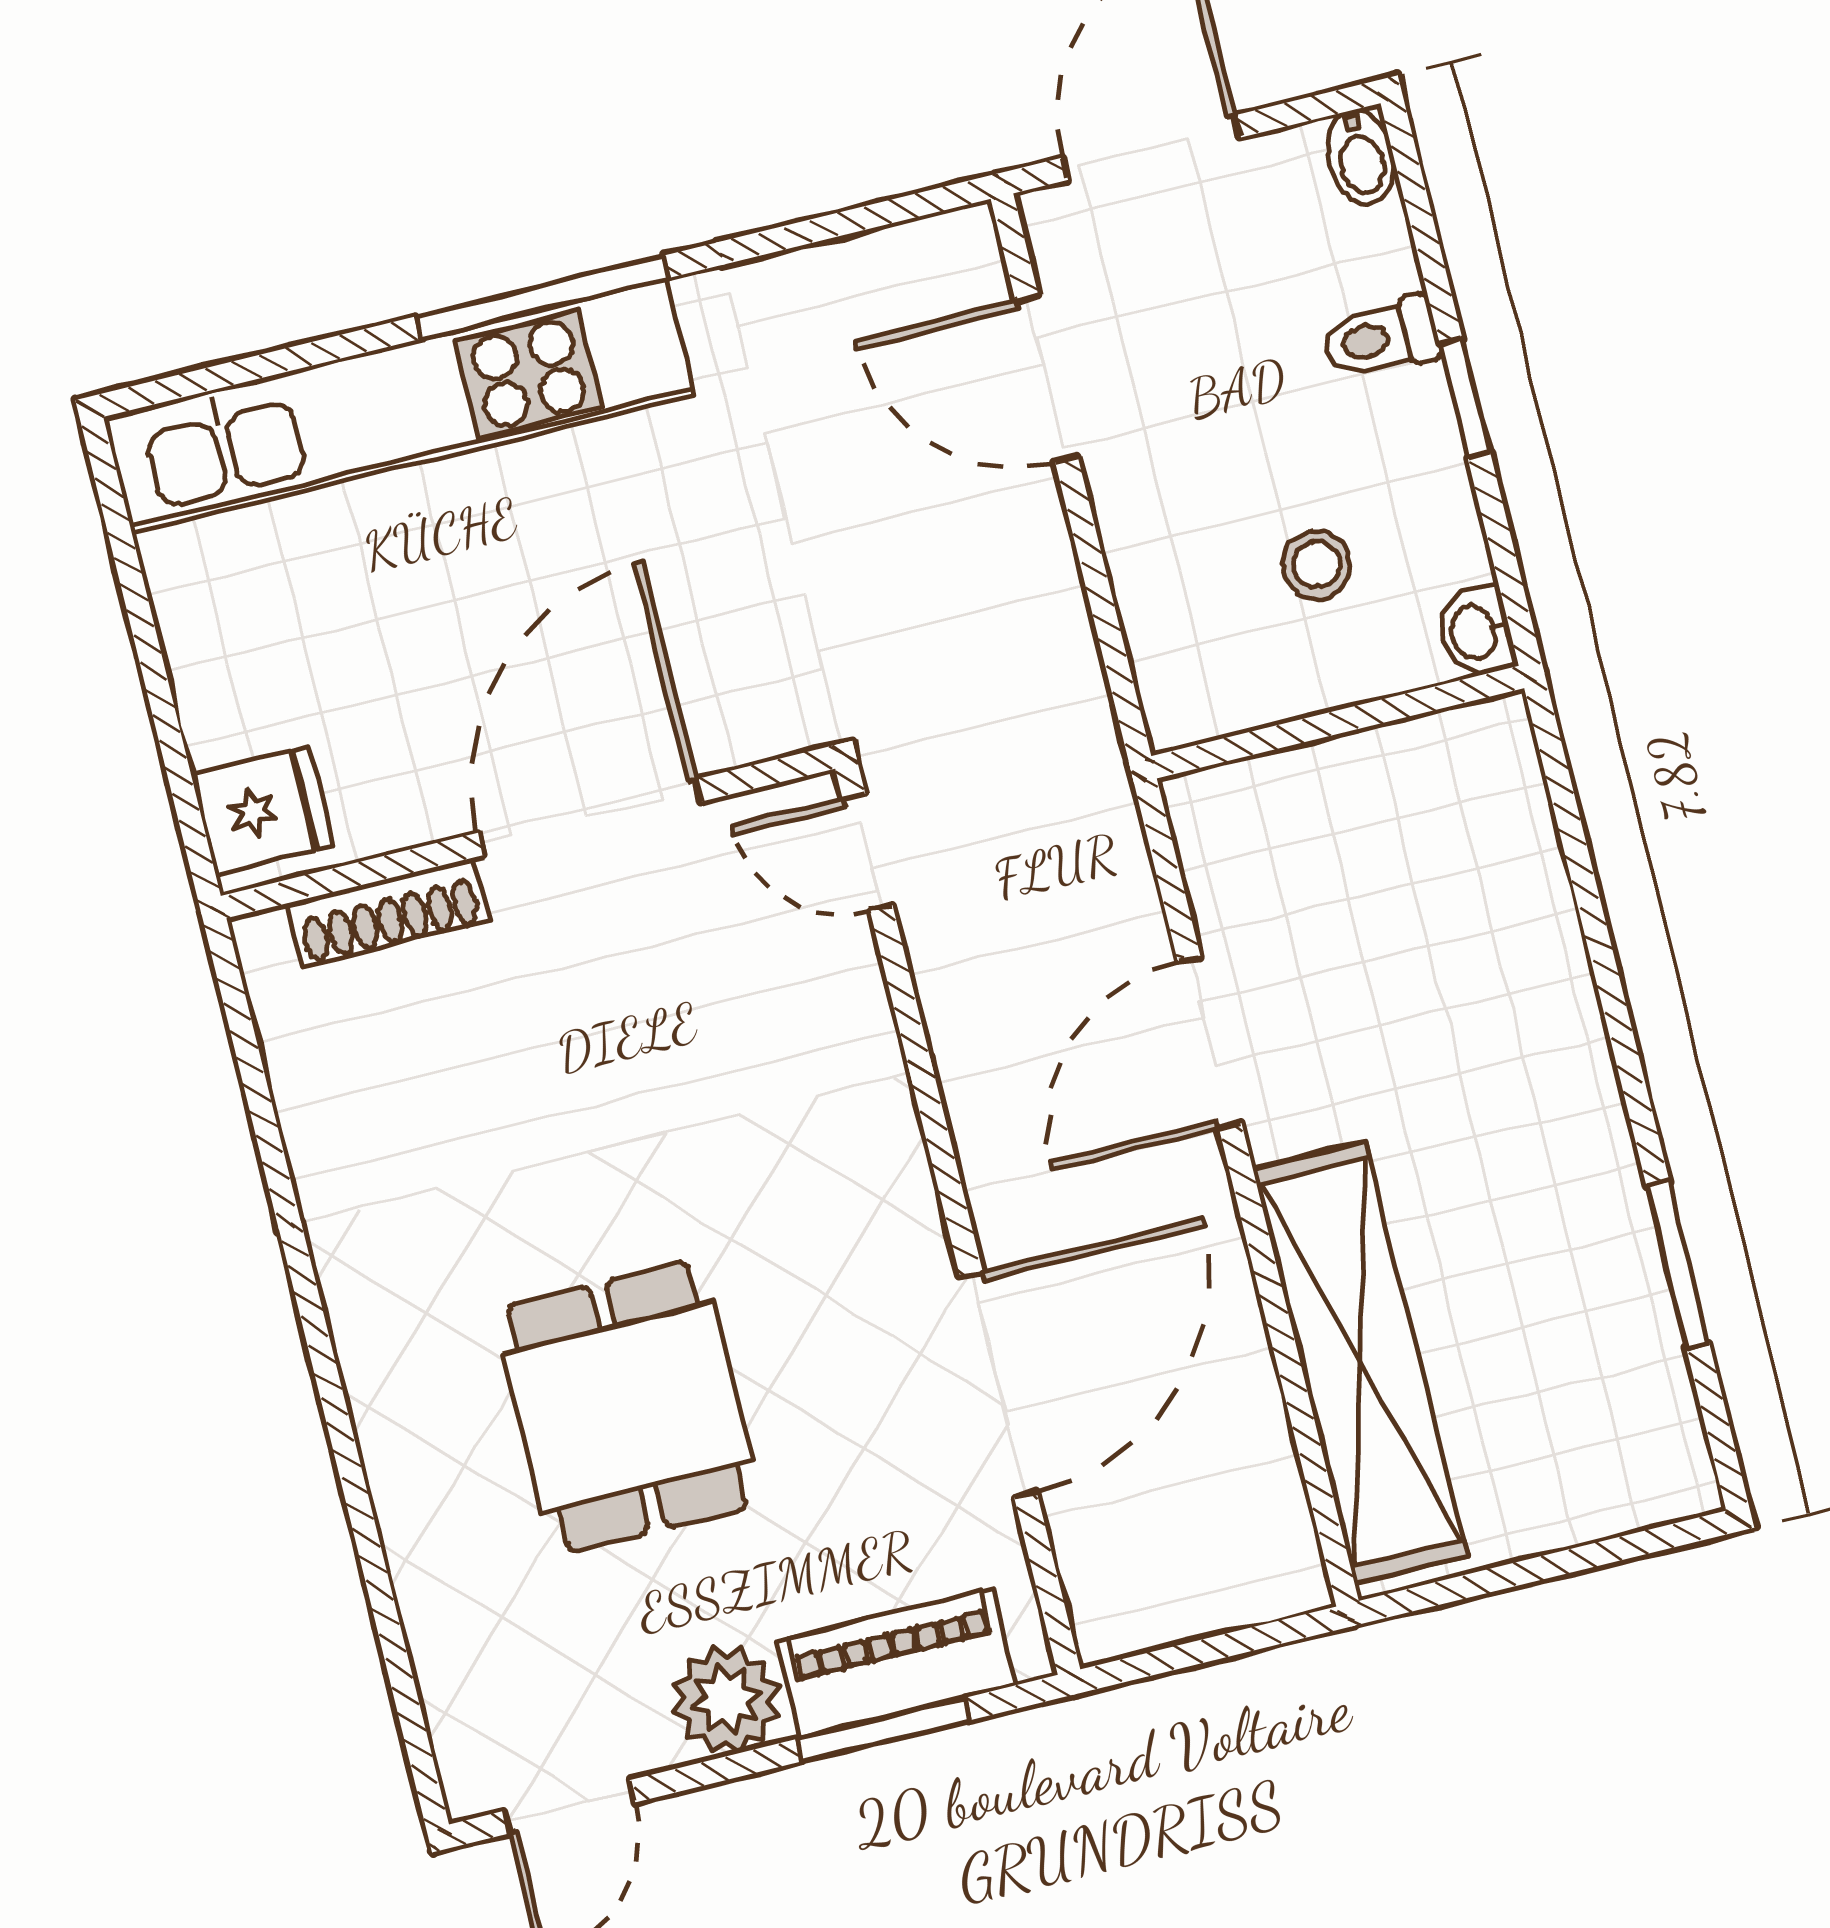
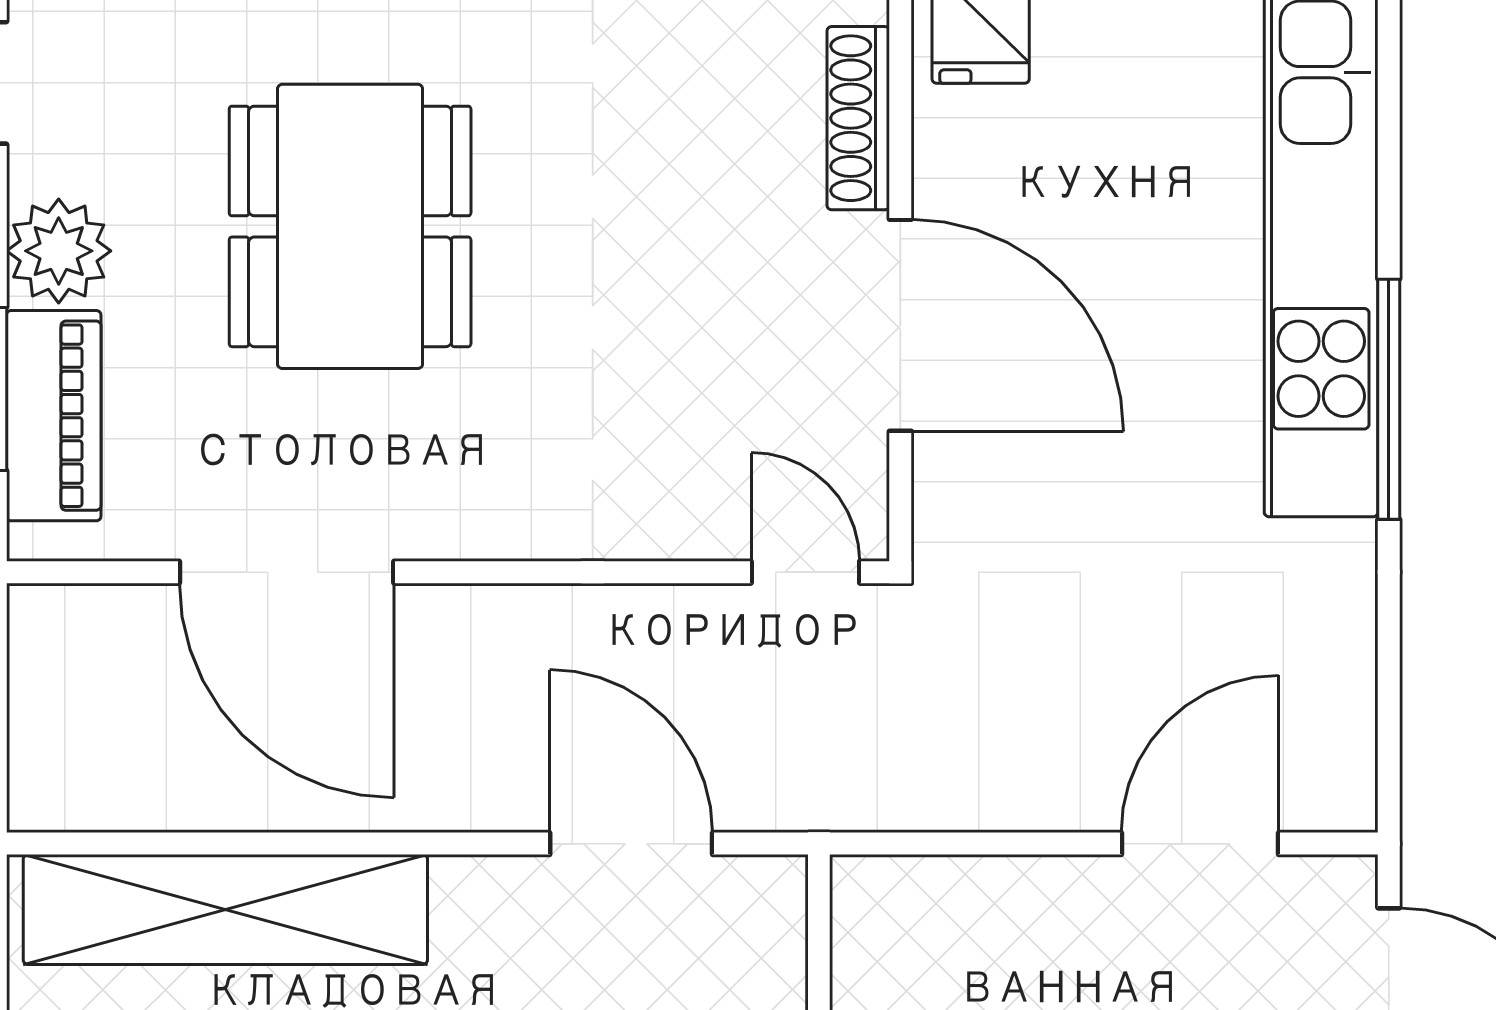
door: (868, 852) -> (805, 572), hinge flipped
door: (1210, 1042) -> (631, 844), moved
dining table: (628, 1407) -> (350, 226), width x1.37

